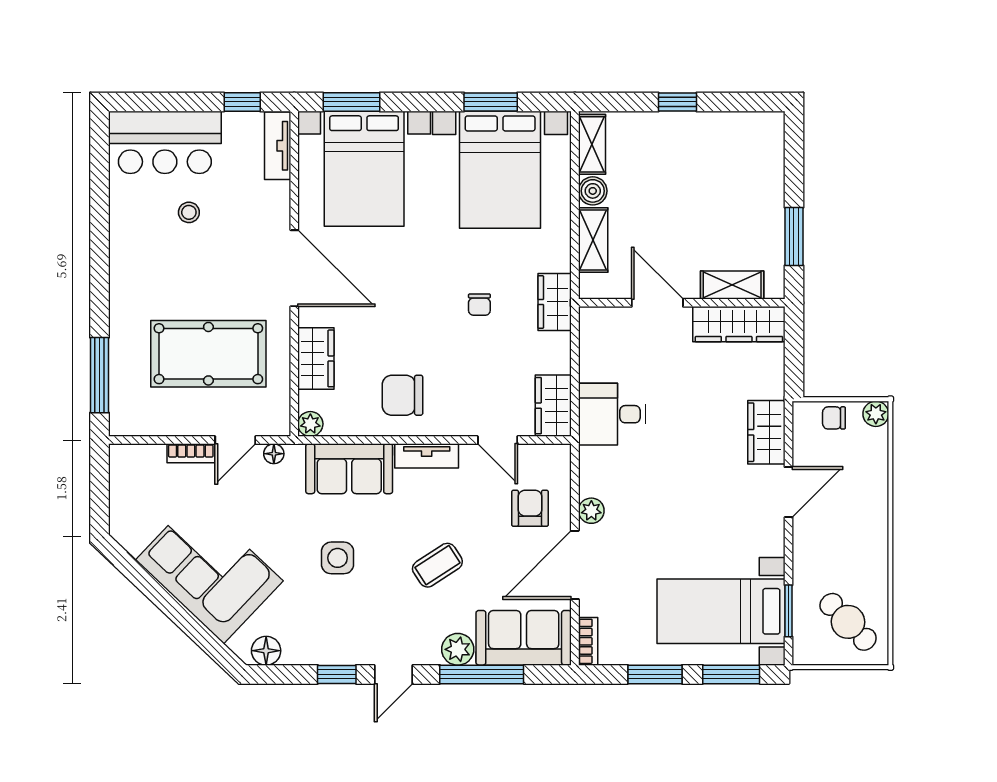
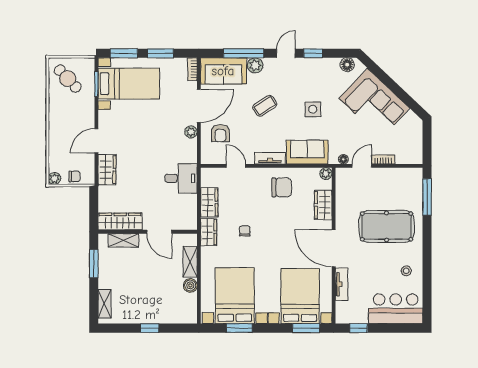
shelving: (592, 144) -> (105, 304), moved
tv unit: (278, 146) -> (342, 284), moved
stool: (189, 212) -> (406, 271), moved
pool table: (208, 354) -> (387, 226), moved
wardrobe: (553, 406) -> (209, 202), moved

